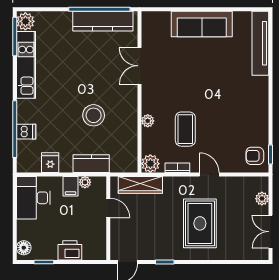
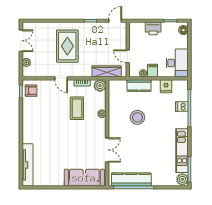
sofa: (202, 24) -> (84, 178), moved

